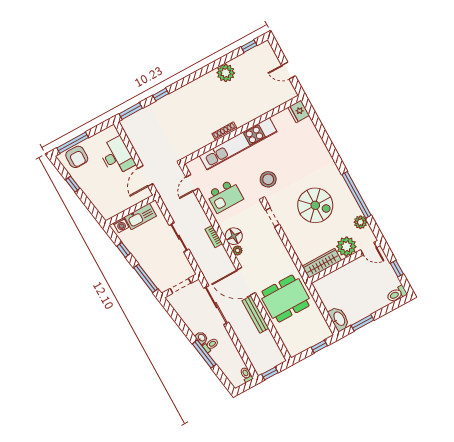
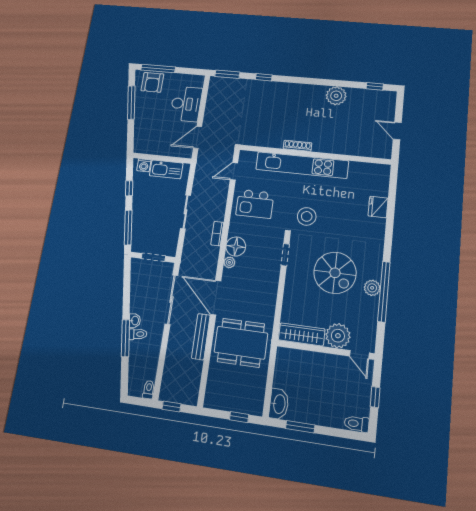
fridge: (299, 111) -> (378, 207), moved
window: (73, 184) -> (131, 102), width x2.17
plant: (360, 222) -> (372, 288), moved

